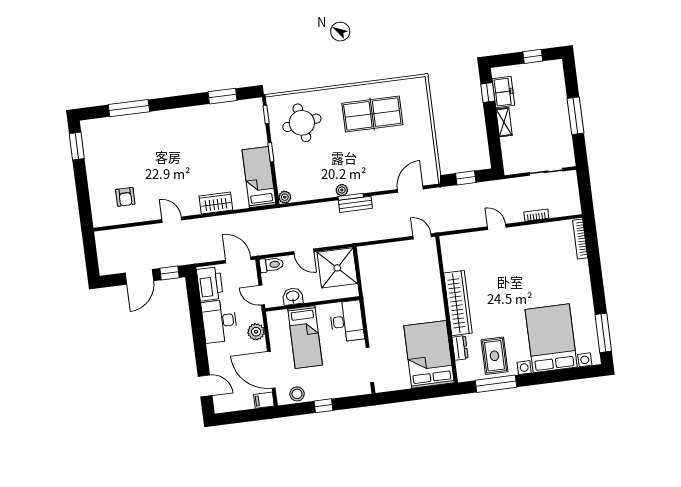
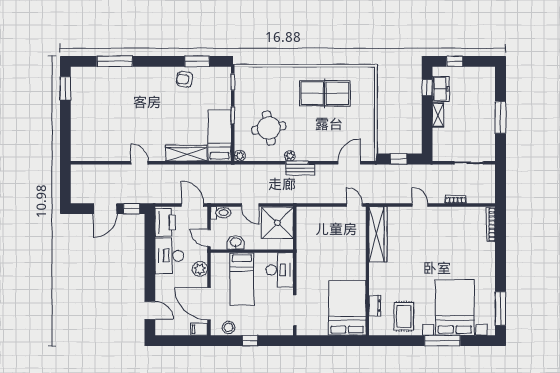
window: (533, 56) -> (455, 61), moved
round table: (302, 123) -> (269, 128), moved
armchair: (125, 197) -> (184, 79), moved, turned 96
wardrobe: (216, 203) -> (186, 153), width x1.50
wardrobe: (458, 303) -> (378, 234), moved
window: (496, 384) -> (442, 341), moved

